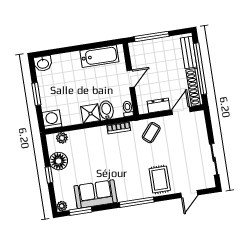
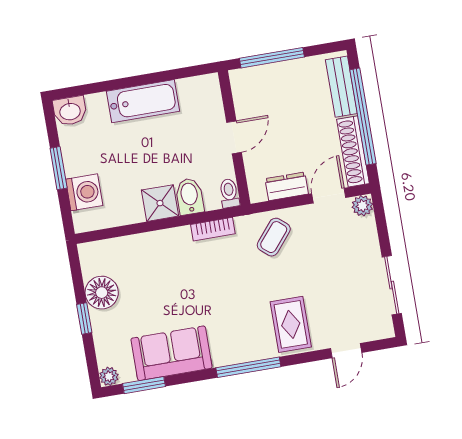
bathtub: (99, 56) -> (143, 101), moved
washing machine: (52, 120) -> (84, 192), moved, turned 90
plant: (62, 138) -> (362, 206), moved

